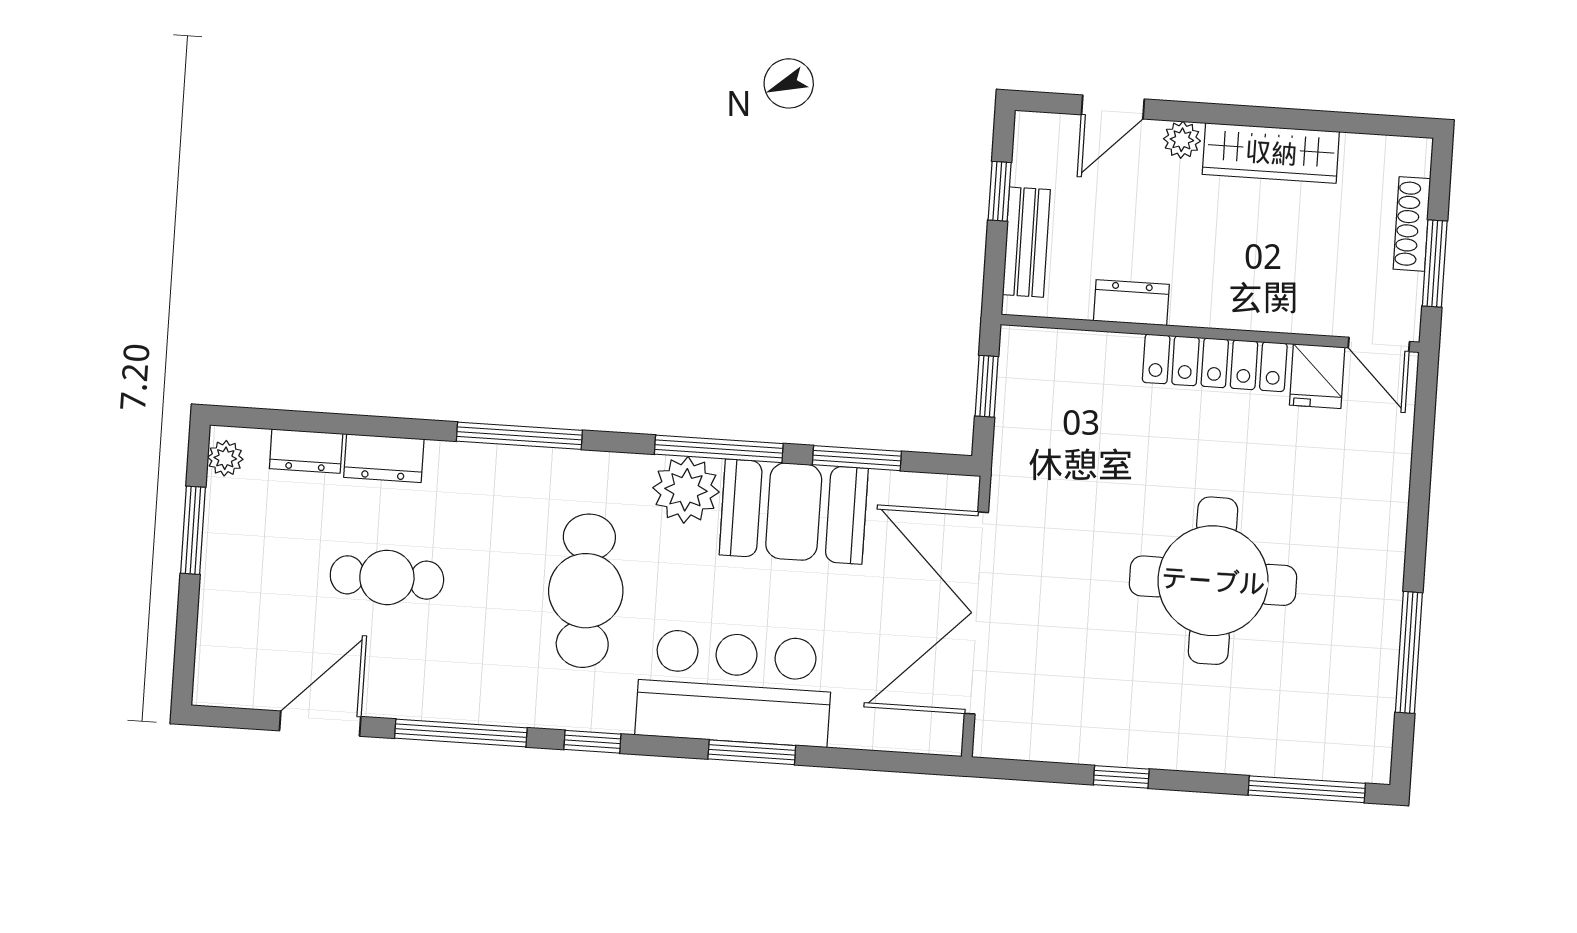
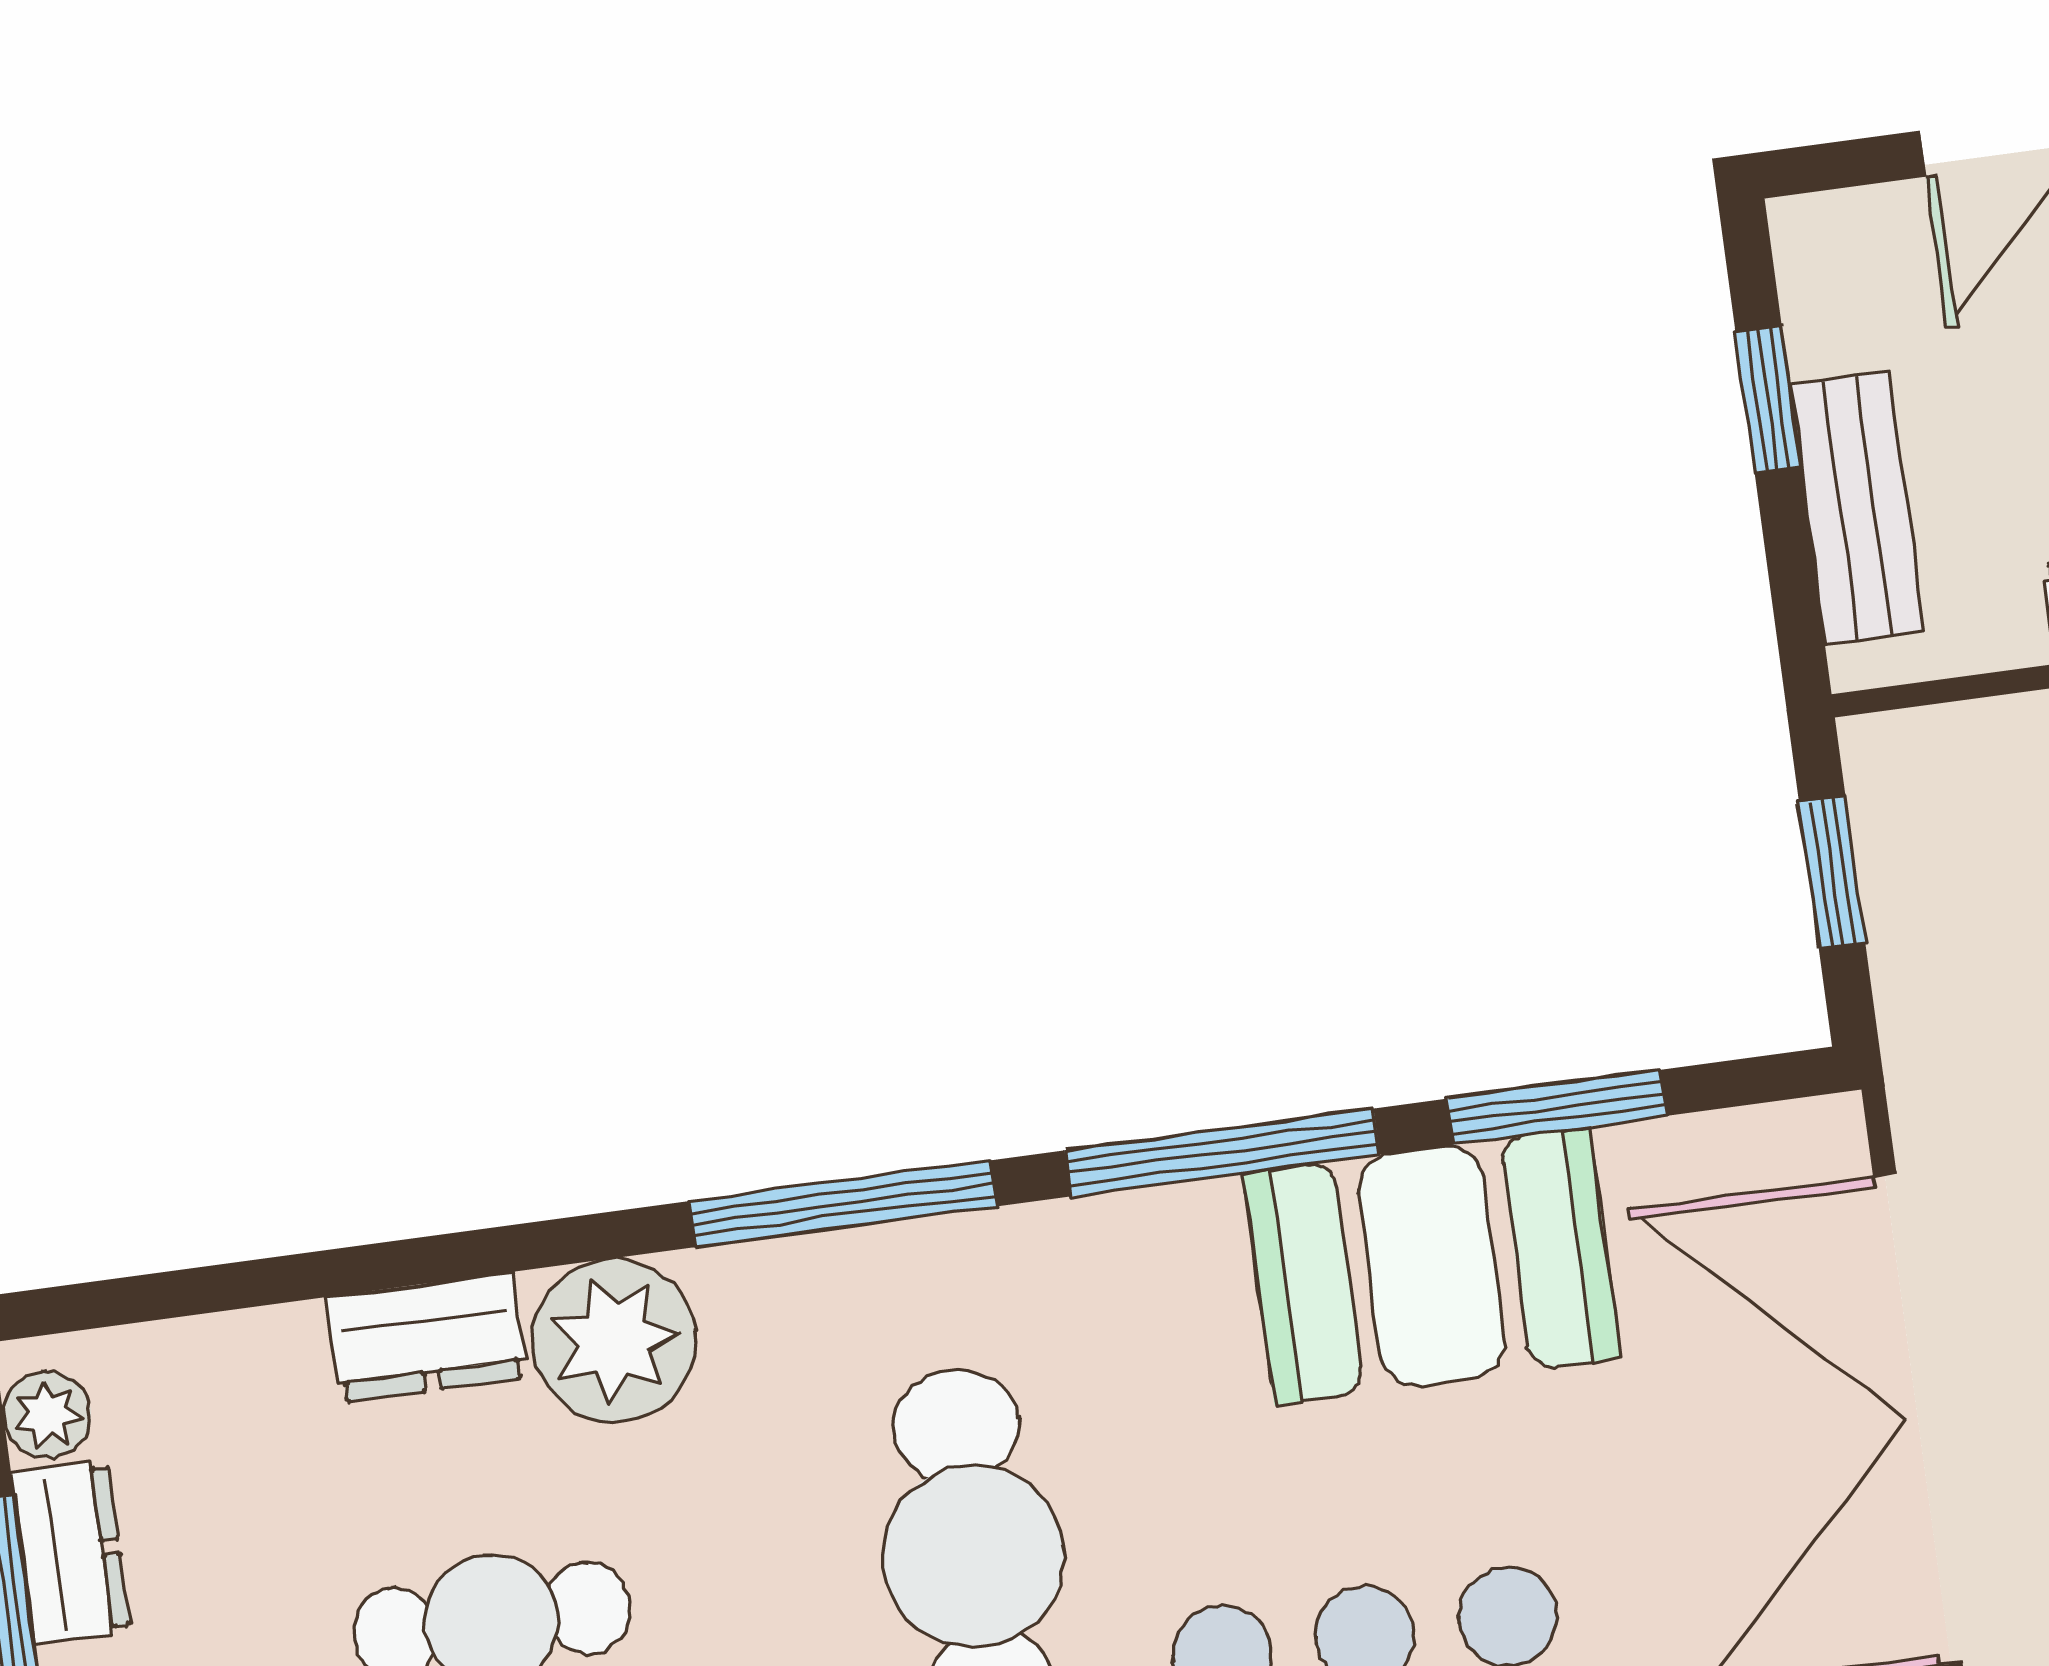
window: (519, 436) -> (843, 1204), moved
dresser: (306, 451) -> (71, 1552), moved, turned -90
plant: (686, 490) -> (614, 1341), moved

